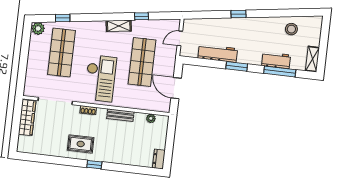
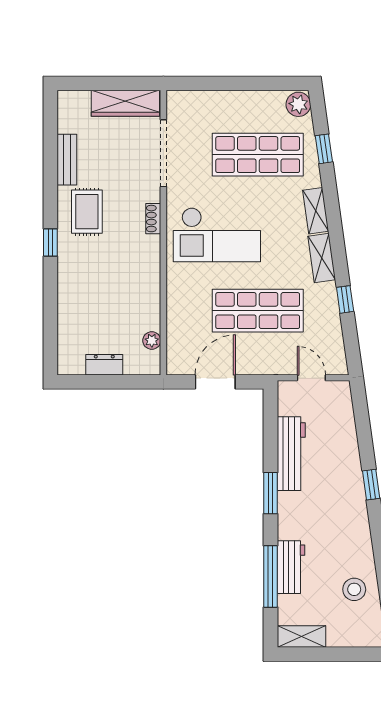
shelving: (94, 26) -> (316, 211), added
bench: (120, 115) -> (67, 160), moved
dresser: (159, 159) -> (104, 365), moved

